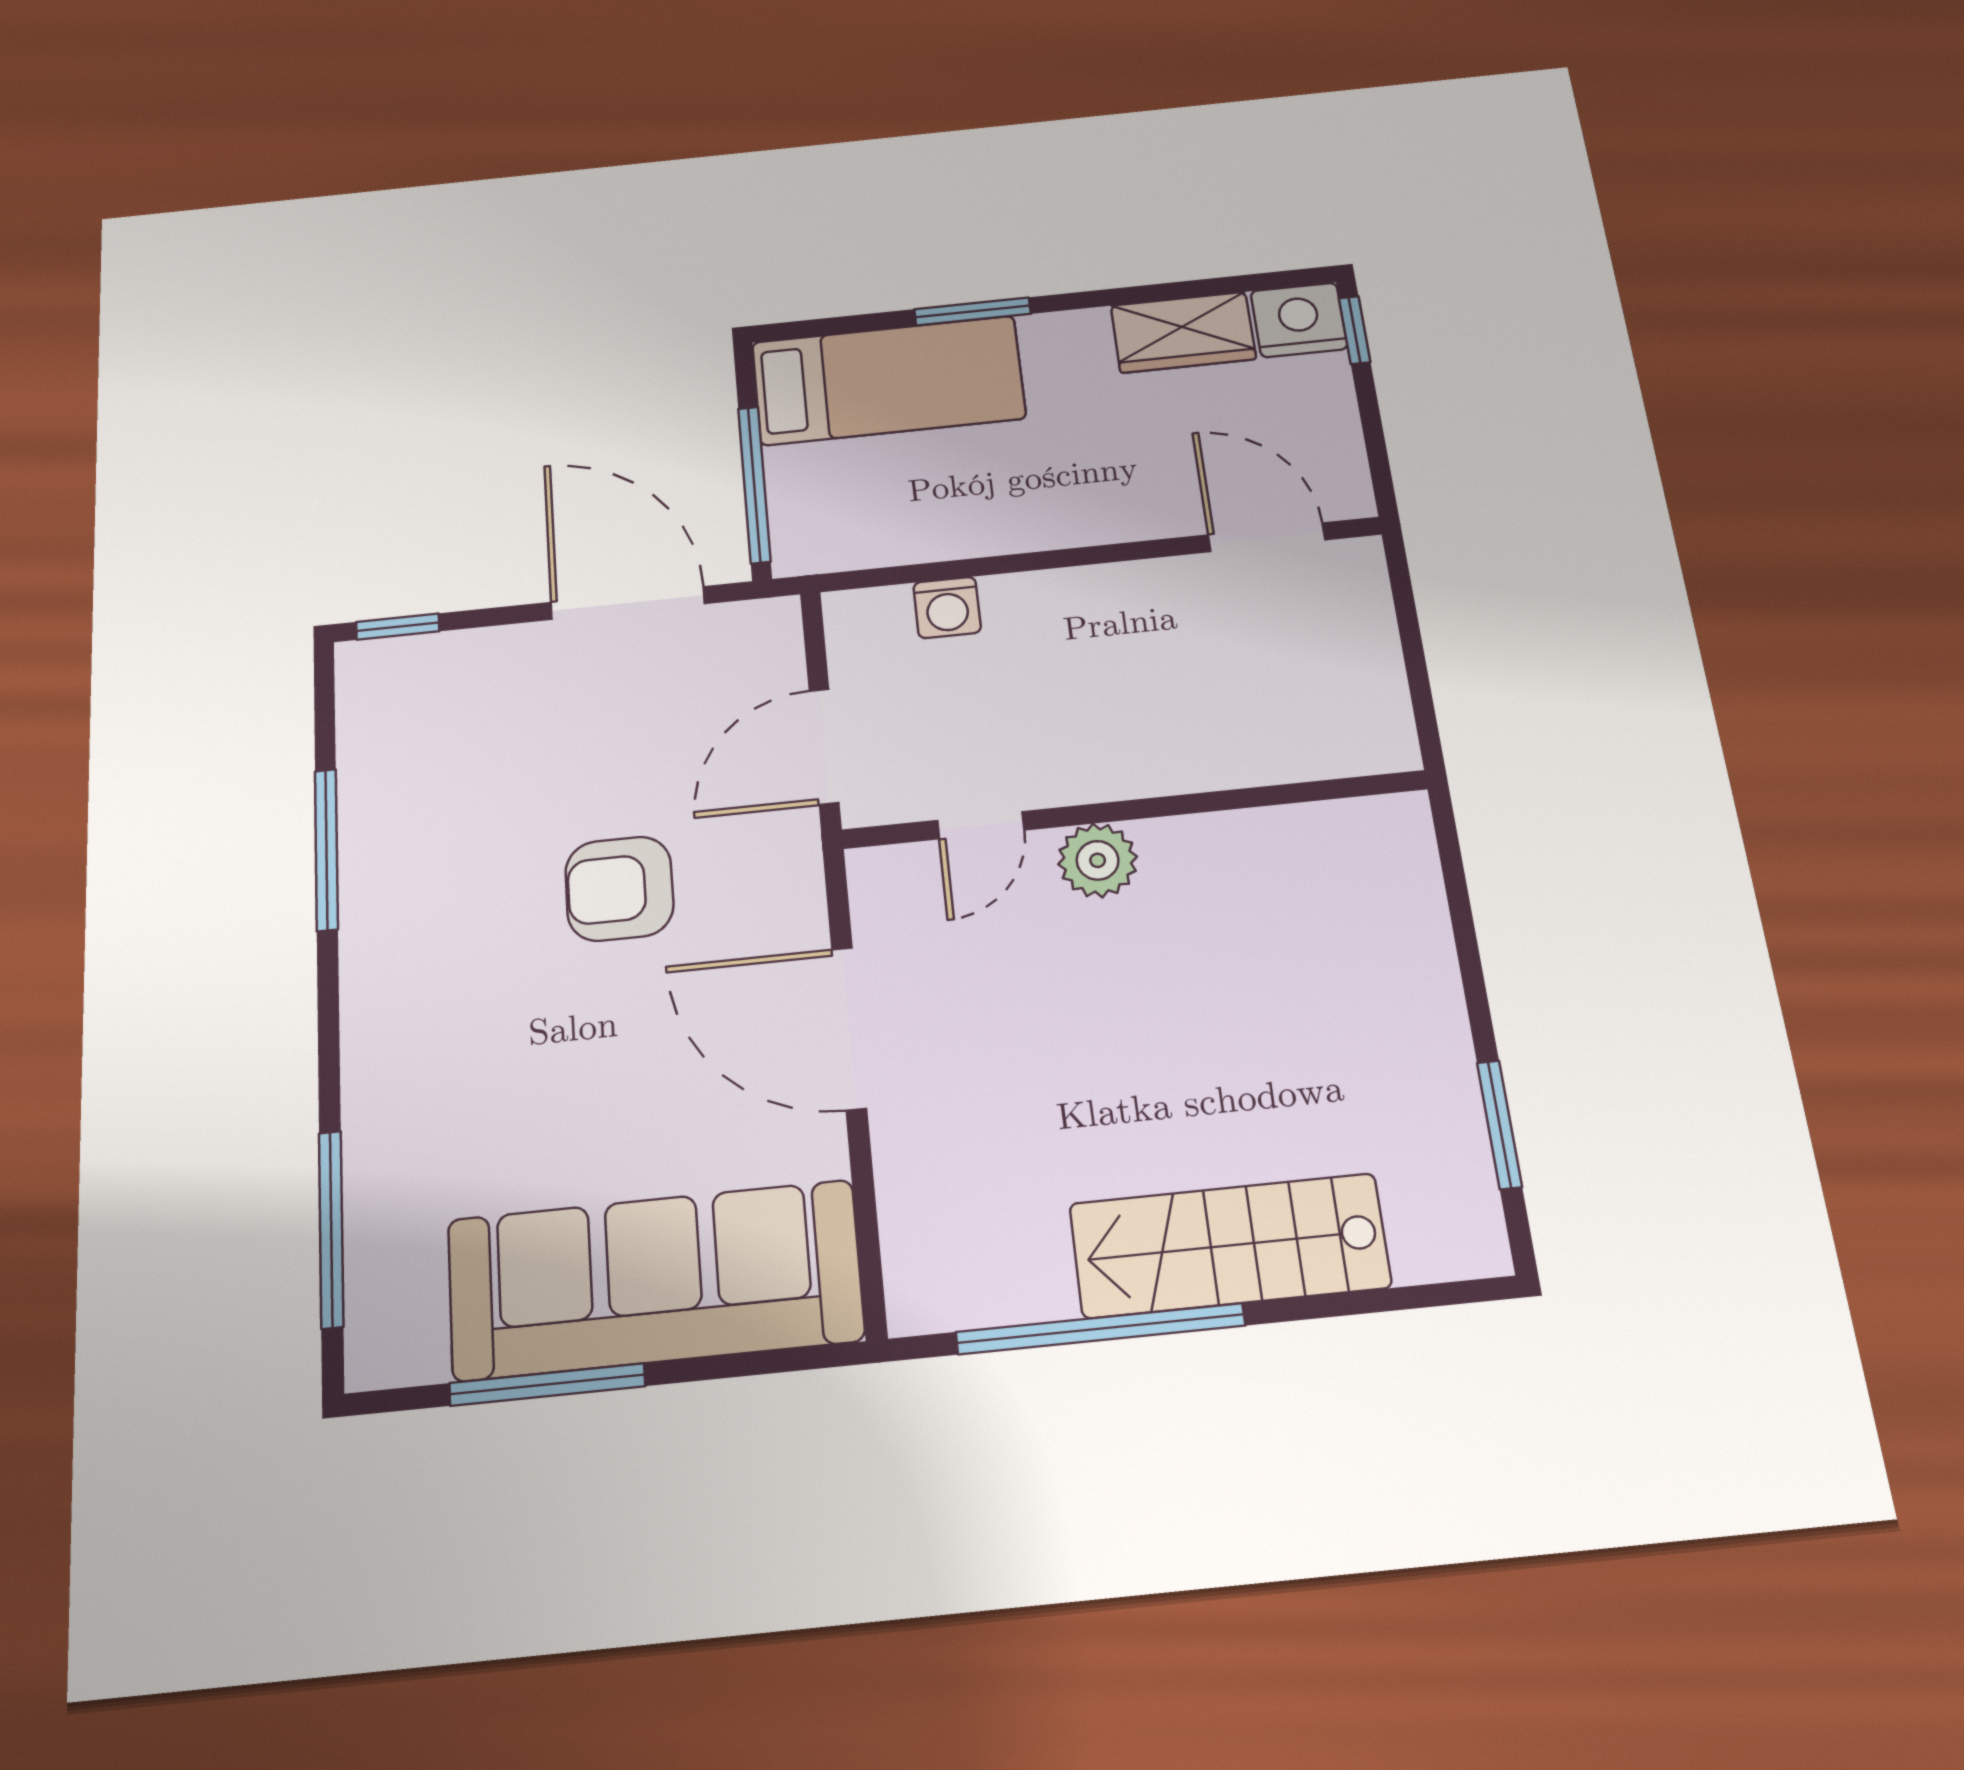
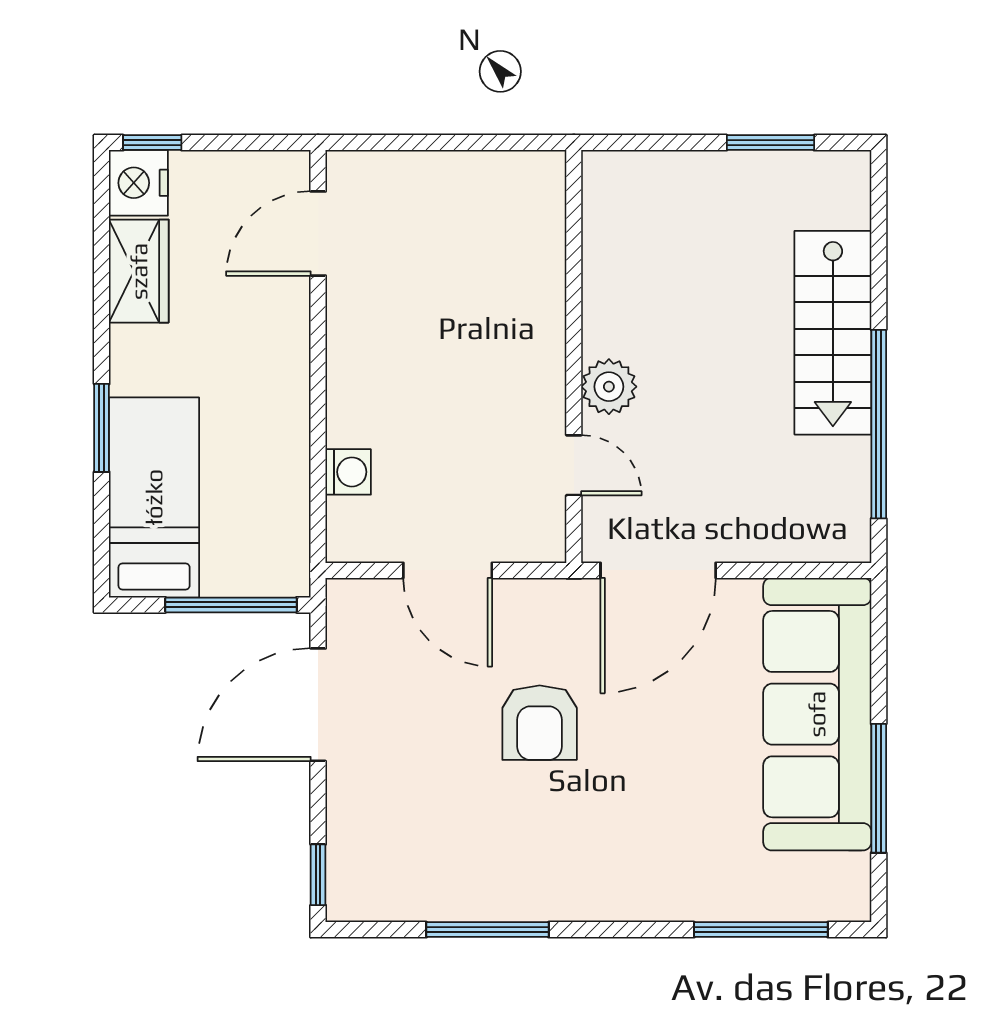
wall: (1134, 809) -> (574, 357), moved
door: (981, 825) -> (574, 465), moved
plant: (1098, 860) -> (609, 387), moved

